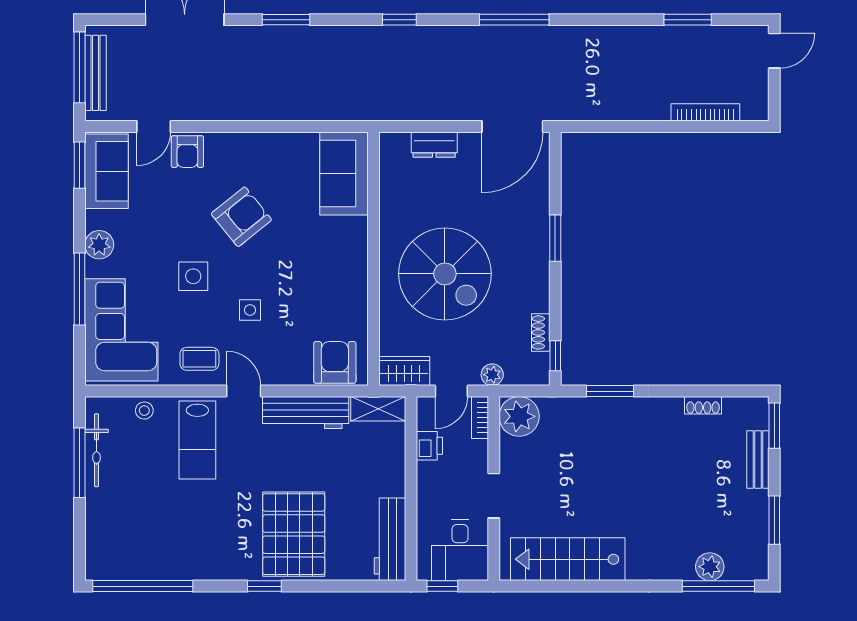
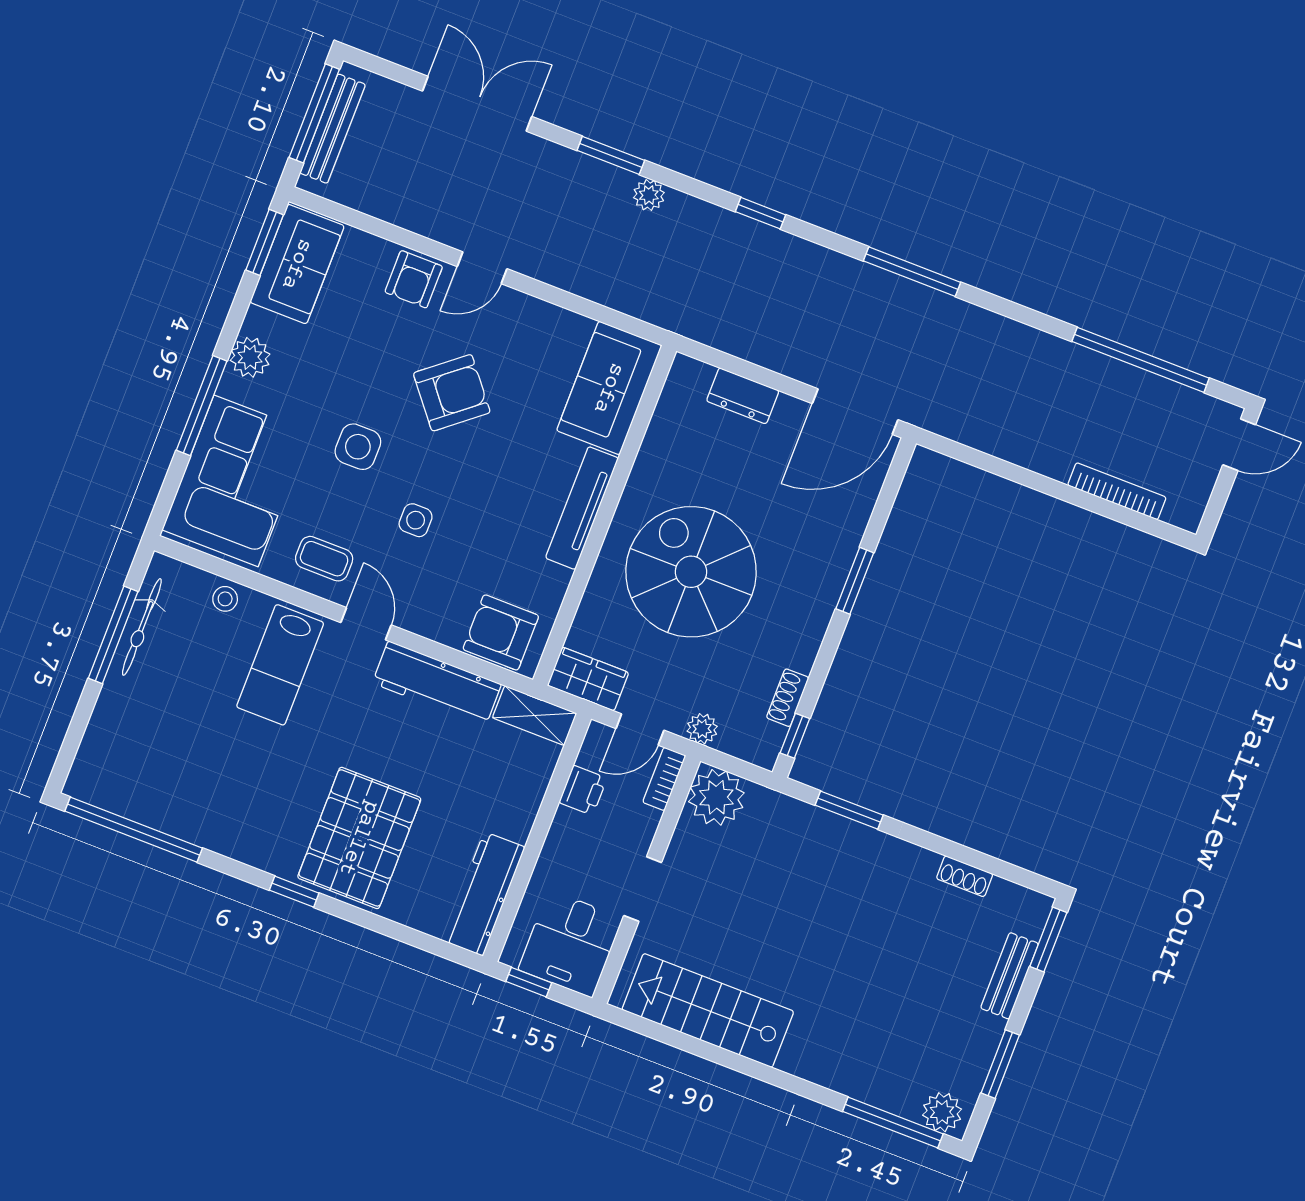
window: (688, 20) -> (1141, 360), width x2.11
plant: (321, 36) -> (649, 195), added
door: (154, 126) -> (482, 268), moved
tv unit: (357, 260) -> (582, 508), added
spiral stairs: (445, 274) -> (691, 572), turned 180
armchair: (335, 362) -> (501, 632), turned -90
plant: (710, 567) -> (942, 1112), moved

